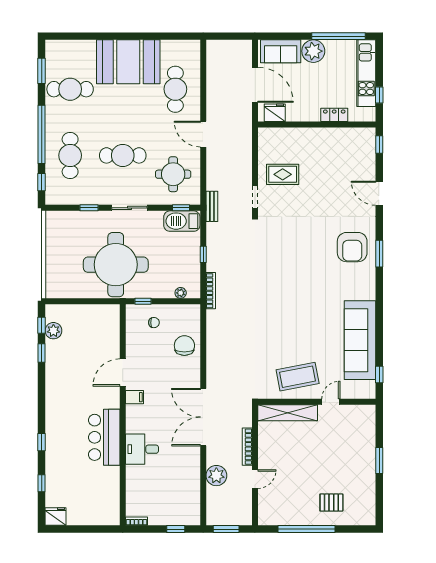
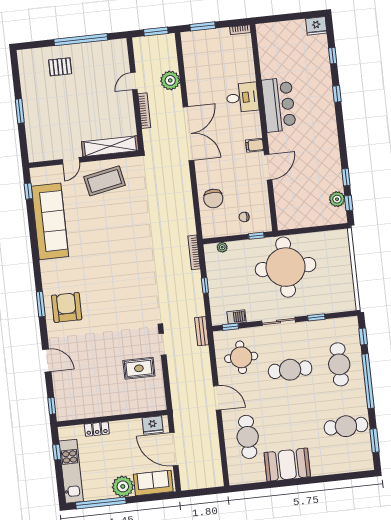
booth: (128, 62) -> (287, 465), width x0.73, depth x0.70
barbecue: (182, 221) -> (236, 317), width x0.53, depth x0.65
window: (176, 529) -> (203, 26), width x1.50

